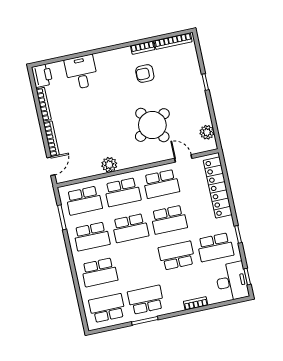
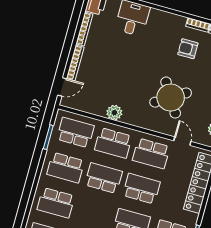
school desk: (84, 201) -> (75, 132), turned 180
school desk: (169, 220) -> (141, 189), turned 180
school desk: (130, 228) -> (104, 178), turned 180

